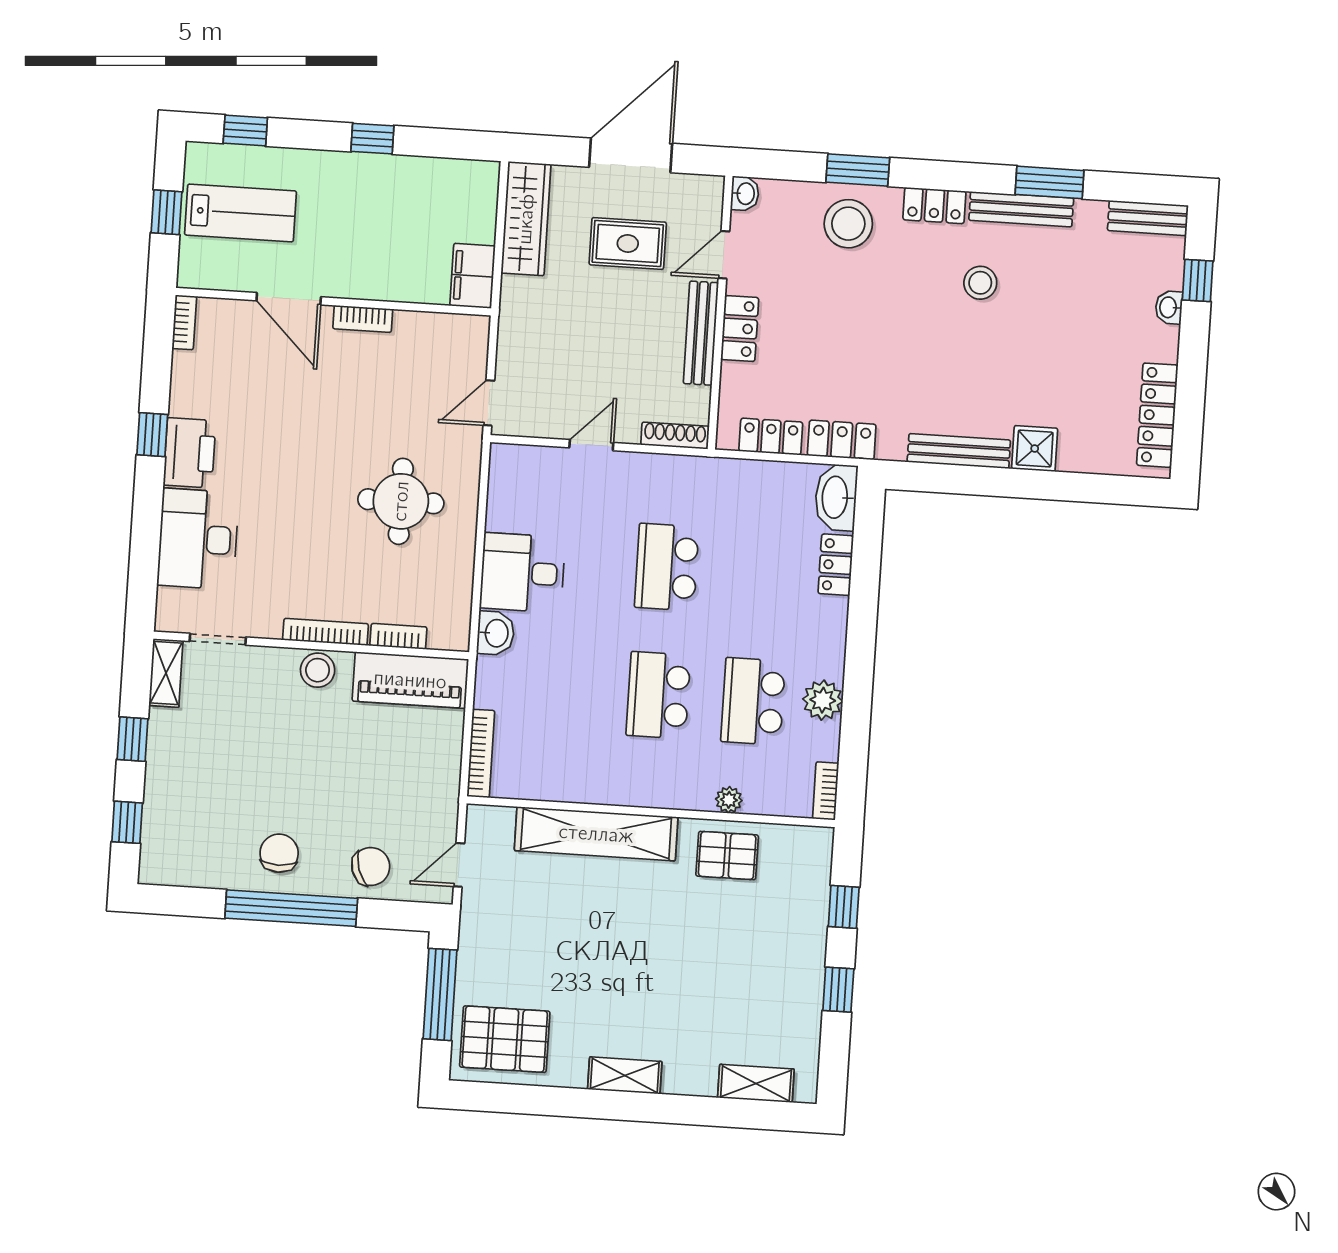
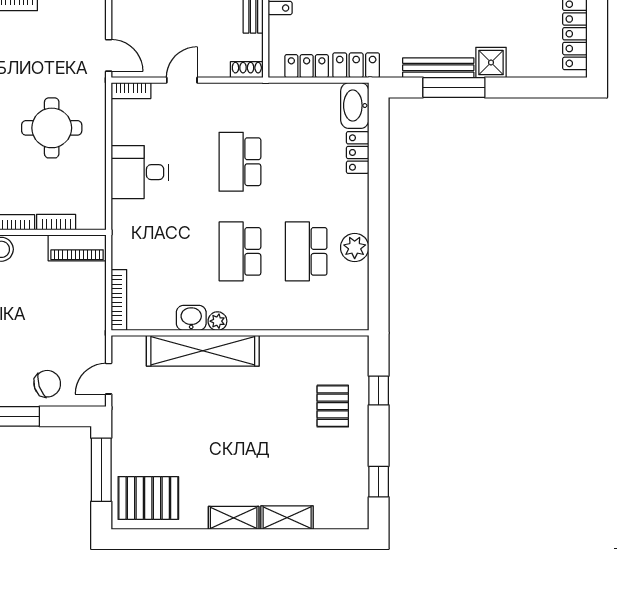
door: (489, 403) -> (109, 55), swing flipped
shoe rack: (675, 436) -> (247, 70), width x0.70
window: (979, 481) -> (454, 88), added
washbasin: (496, 633) -> (191, 318), moved, turned -90
piano: (410, 680) -> (77, 248), width x0.73, depth x0.75
bookcase: (826, 791) -> (131, 91), moved, turned -90
plant: (729, 800) -> (217, 321), moved
pallet: (727, 856) -> (333, 406), moved, turned 90
window: (838, 990) -> (379, 482), moved
shelving: (756, 1083) -> (287, 518), moved

